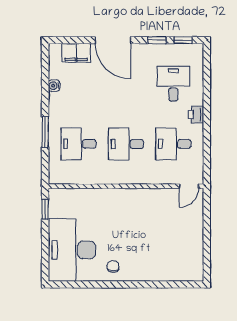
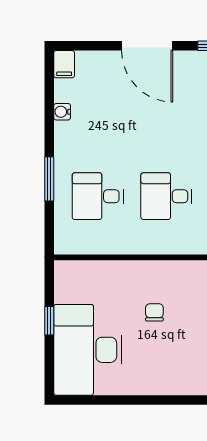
filing cabinet: (76, 53) -> (64, 64), moved, width x0.50
window: (45, 209) -> (49, 321), moved
chair: (113, 266) -> (154, 312), moved

